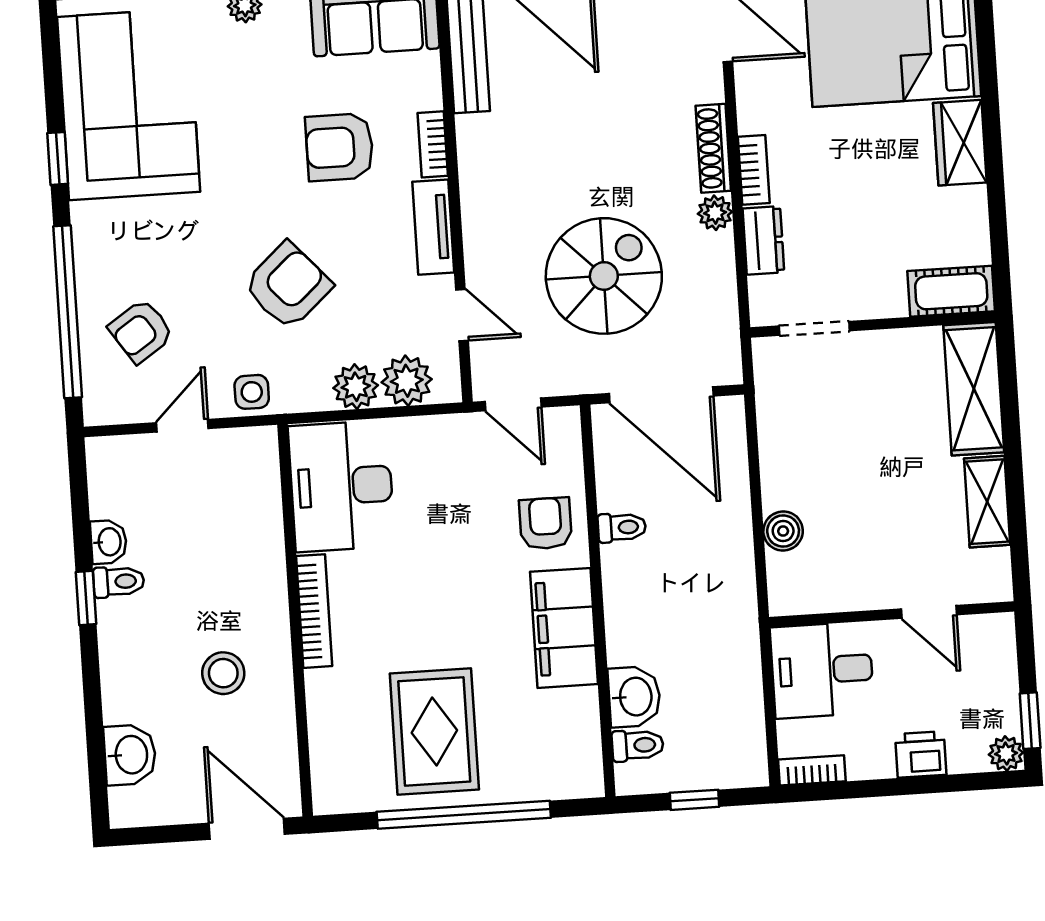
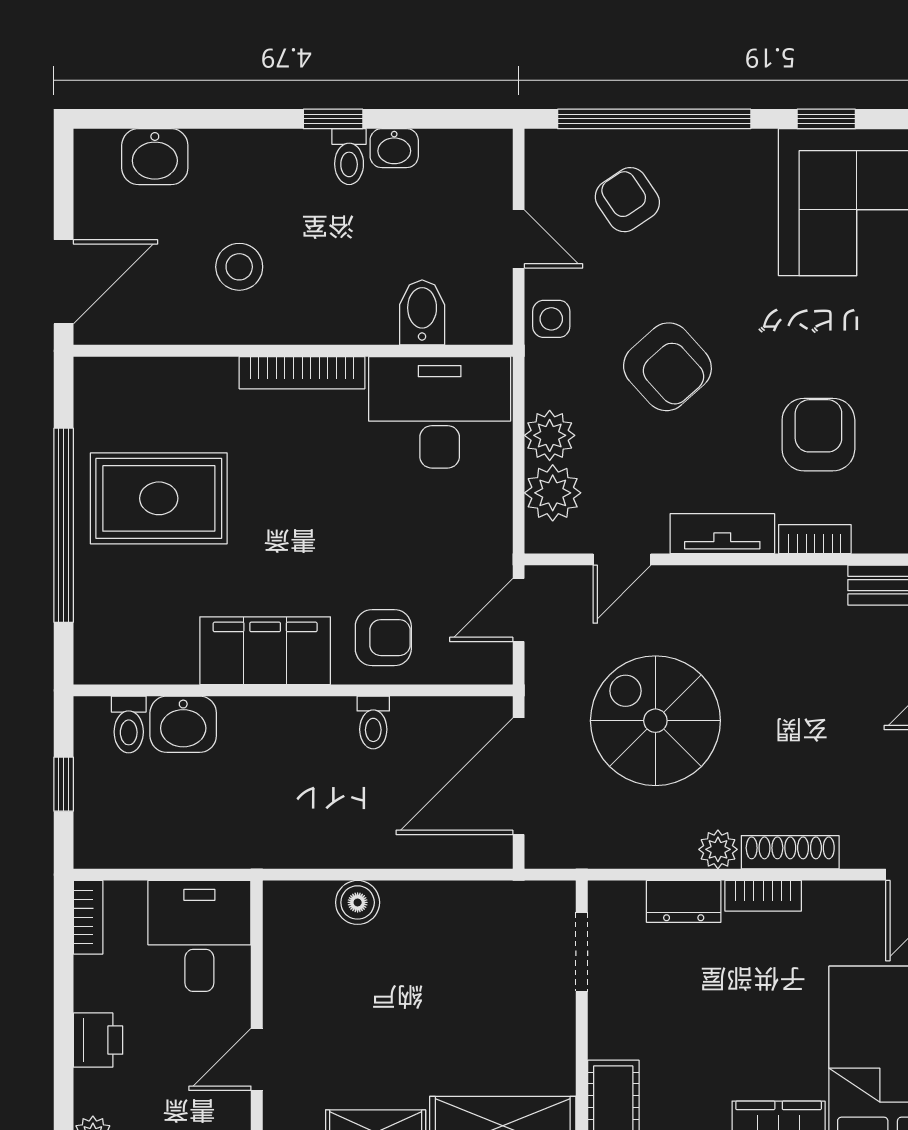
spiral stairs: (604, 276) -> (655, 721), turned 180
bidet: (253, 508) -> (422, 312), added

